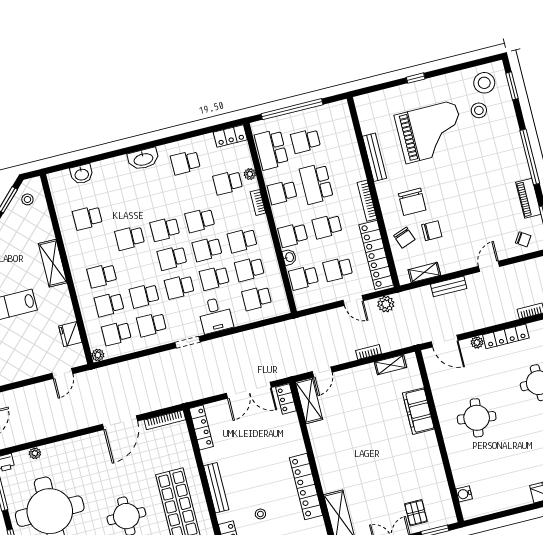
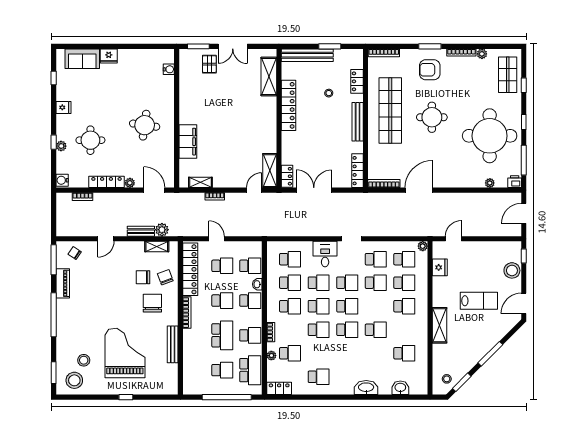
grand piano: (430, 132) -> (125, 353), turned 90
washbasin: (143, 159) -> (366, 388), moved
plant: (386, 304) -> (162, 230), moved

